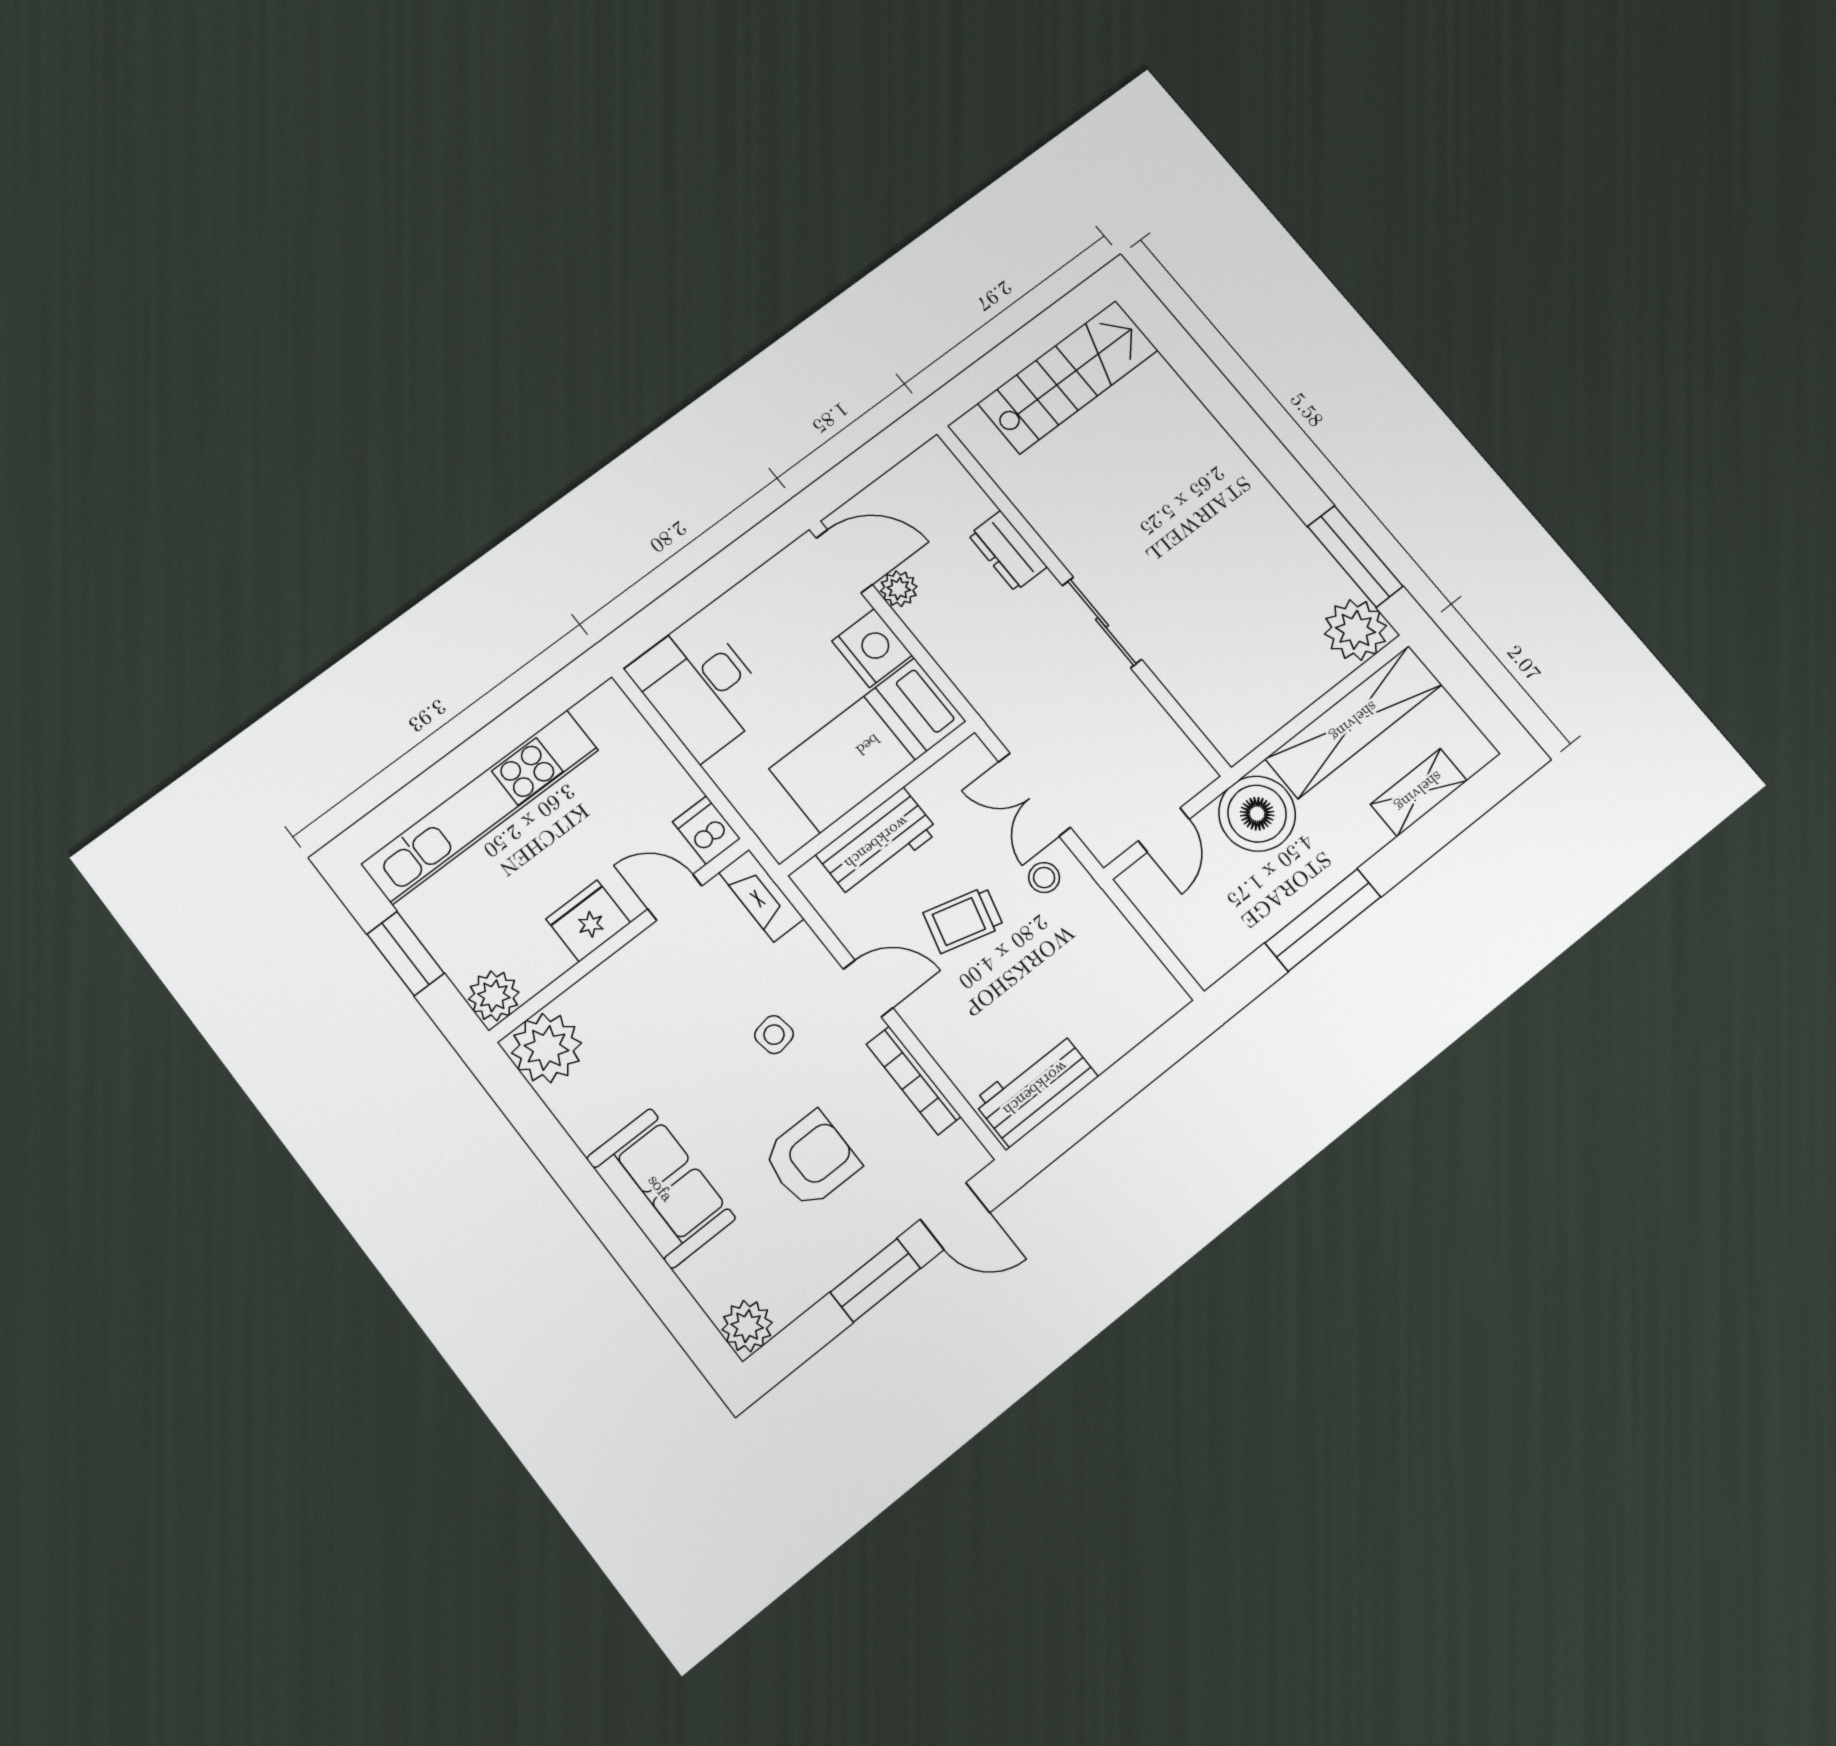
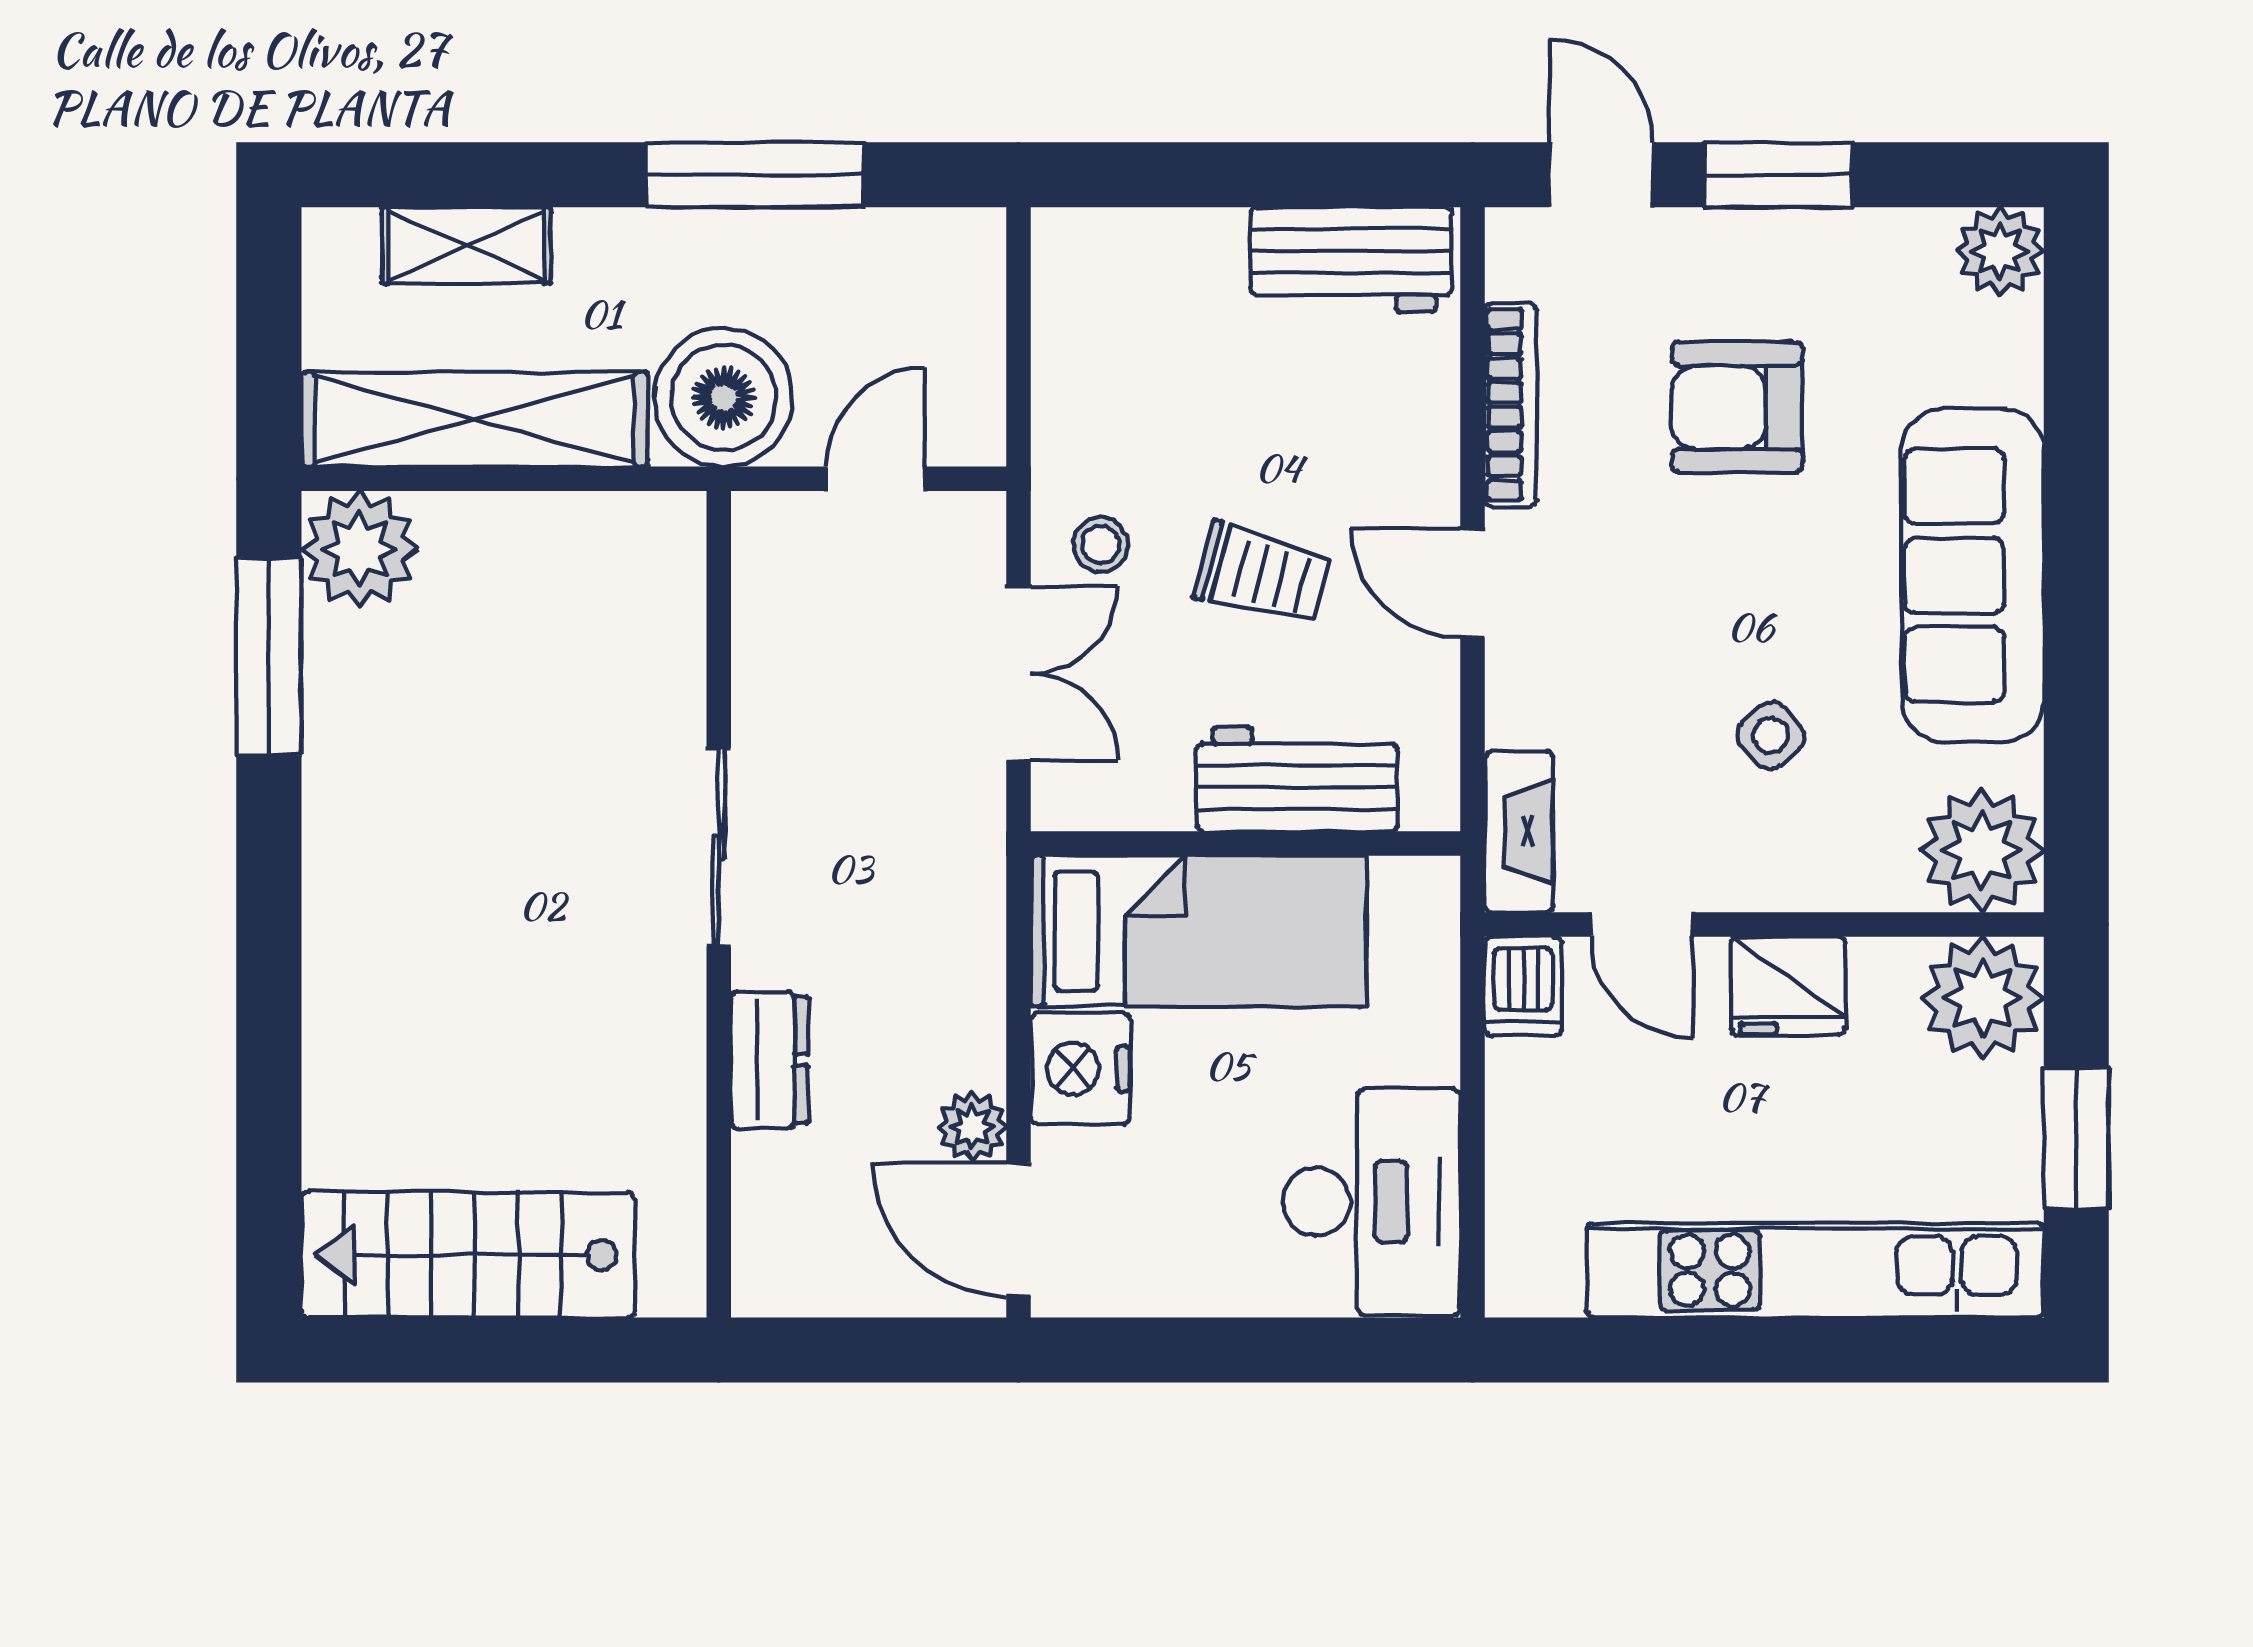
plant: (494, 996) -> (1983, 998), width x1.36, depth x1.36
side table: (774, 1035) -> (1771, 736), moved, turned -32
sofa: (661, 1188) -> (1973, 575), width x1.36

